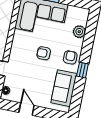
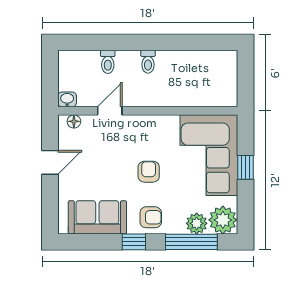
plant: (80, 16) -> (223, 220), added
window: (89, 37) -> (191, 242), added

